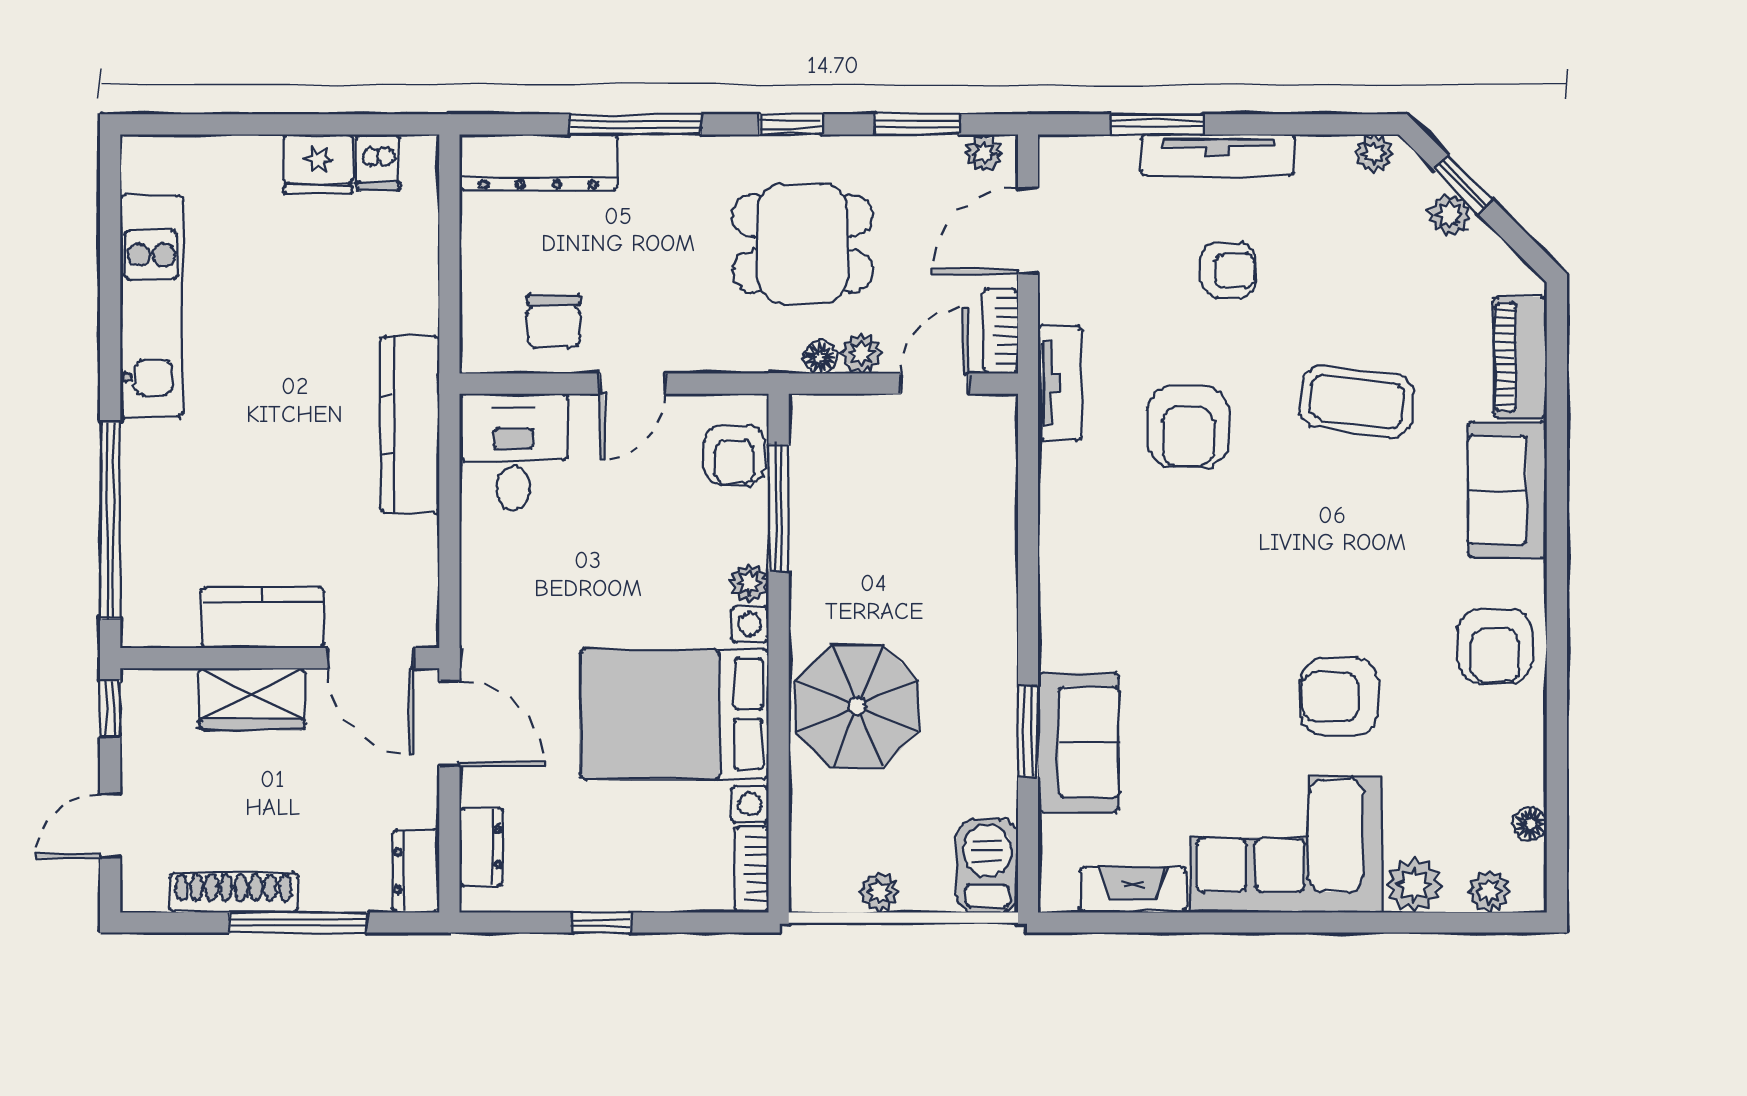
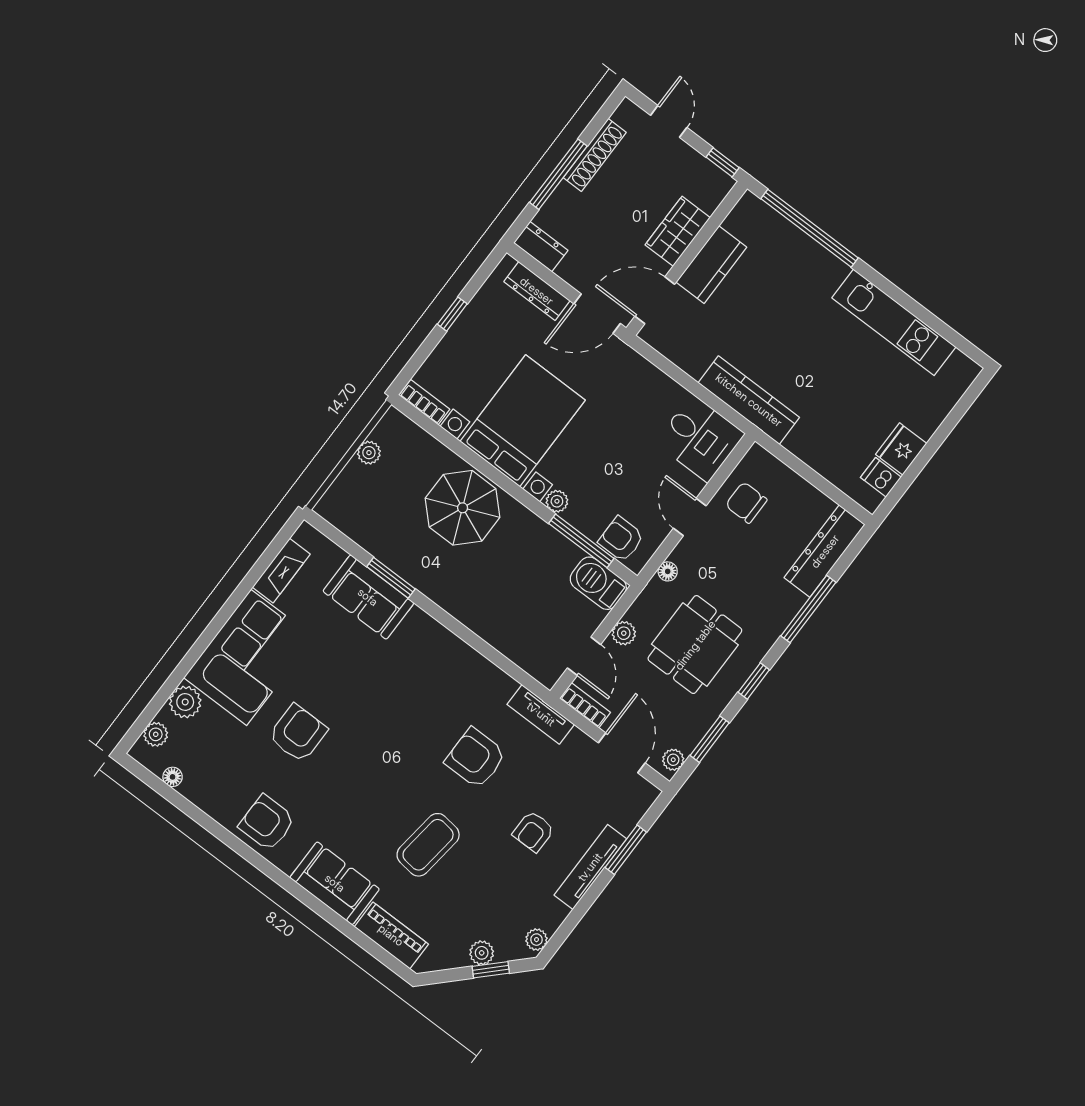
floor lamp: (820, 357) -> (668, 571), moved
dresser: (481, 847) -> (537, 291), width x1.44
barbecue: (987, 866) -> (598, 583), moved, turned 180

